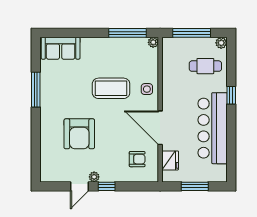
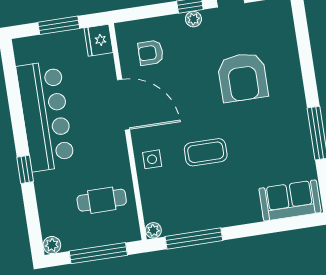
cafe table: (205, 66) -> (102, 200), moved
coffee table: (111, 88) -> (206, 152), width x0.73, depth x0.76
armchair: (79, 134) -> (243, 77), turned 180
fridge: (170, 160) -> (99, 40), moved
plant: (94, 177) -> (193, 19), moved

